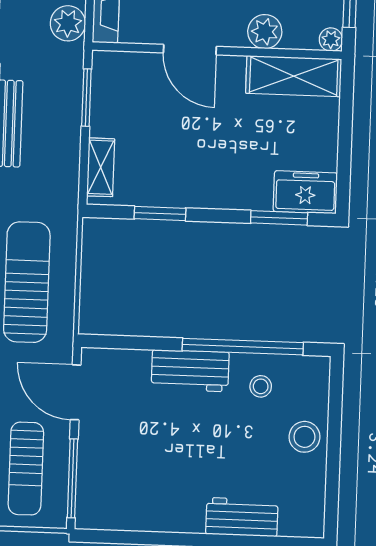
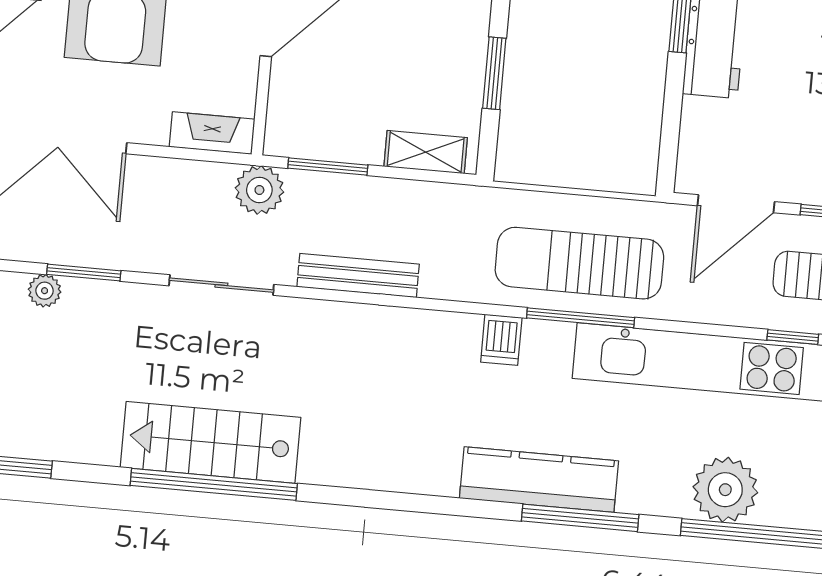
plant: (68, 23) -> (259, 190), moved

